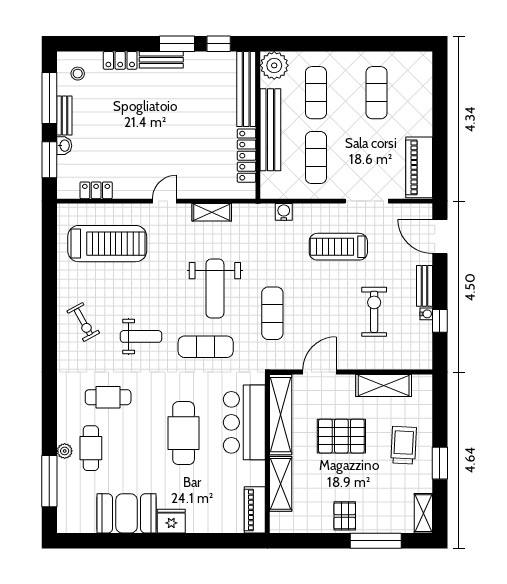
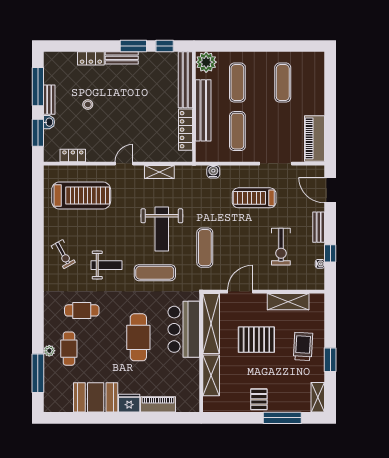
stool: (78, 74) -> (88, 105), moved
exercise bike: (374, 312) -> (281, 247), turned 180
water cooler: (426, 314) -> (320, 264), moved
piano: (255, 510) -> (158, 404), moved, turned 90

